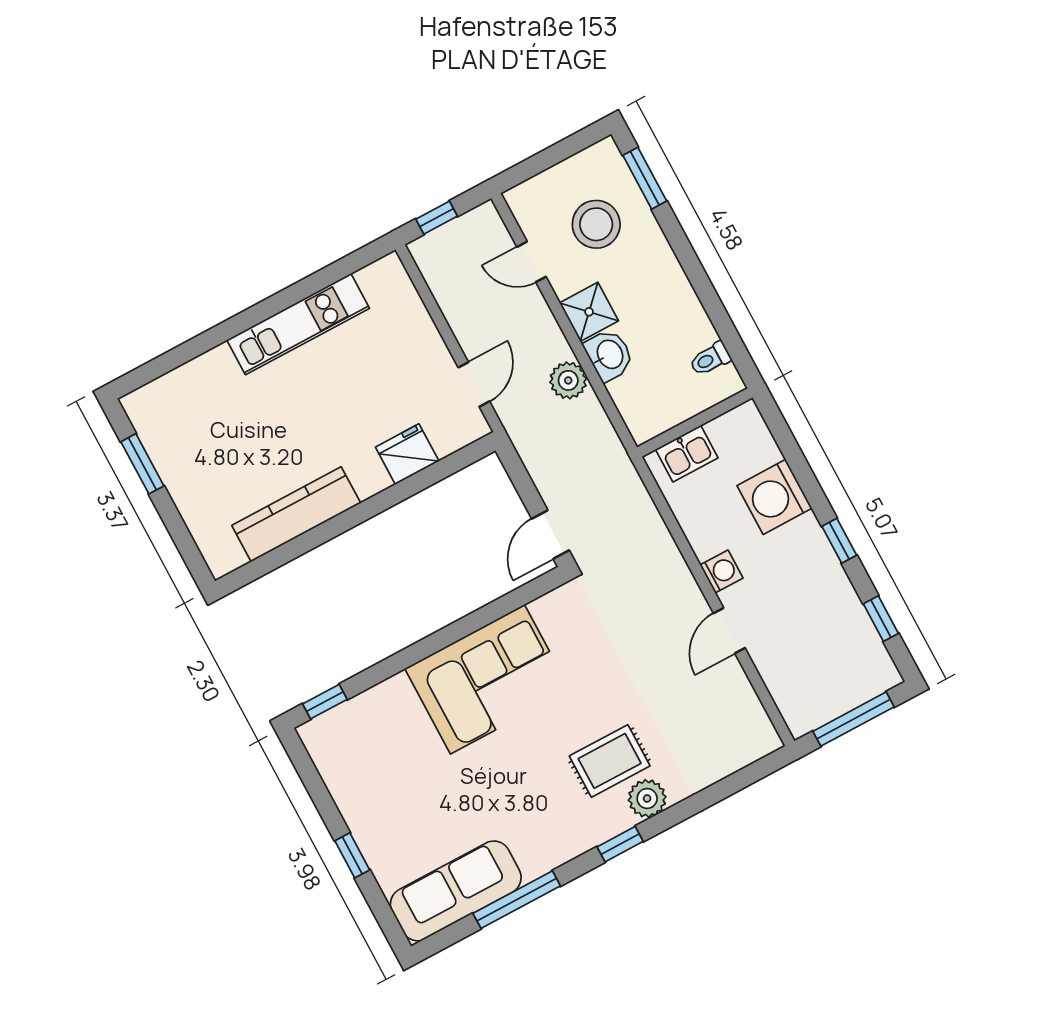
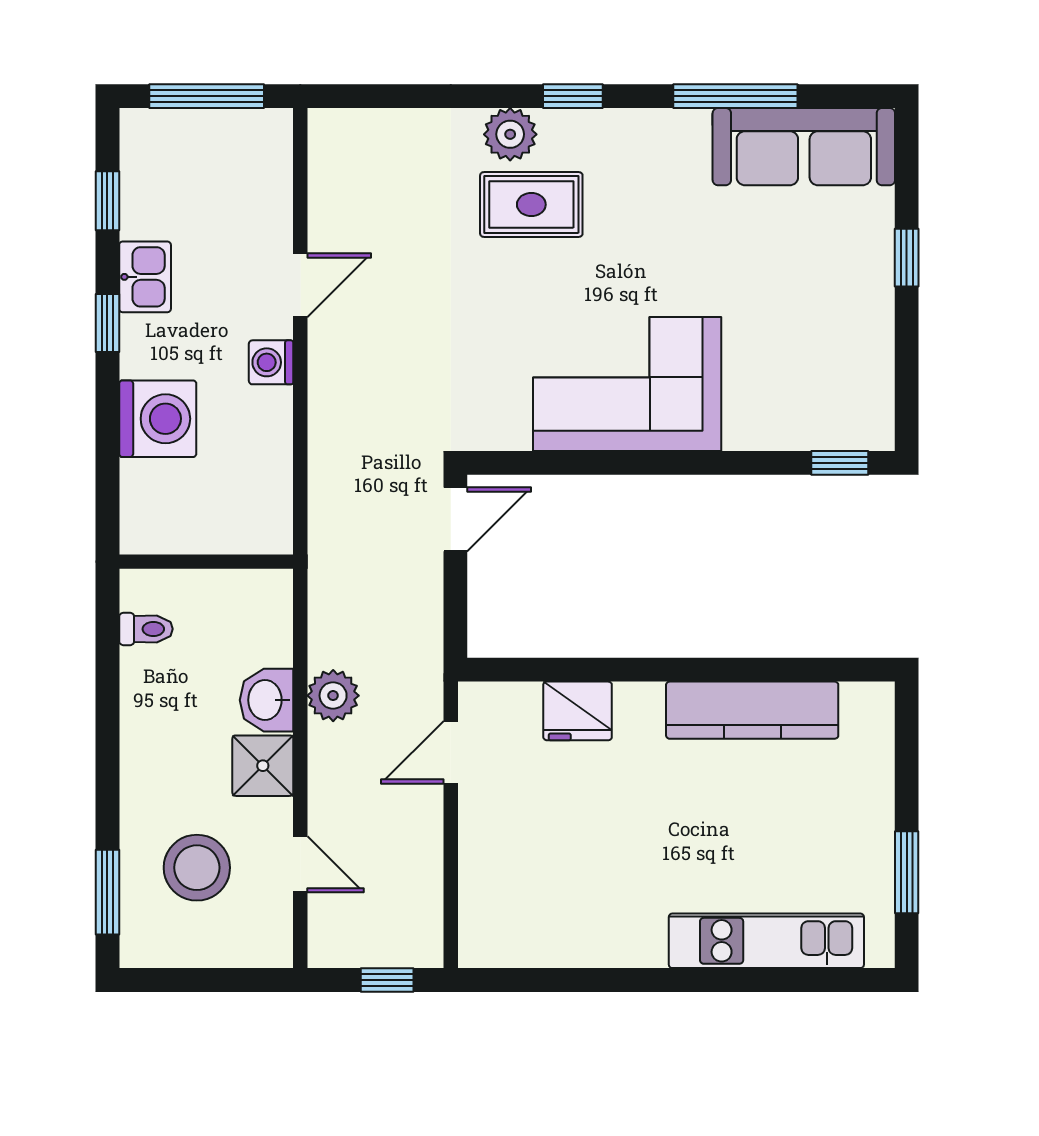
kitchen unit: (298, 324) -> (766, 941), moved
kitchen sink: (687, 454) -> (145, 277), moved, turned 90

